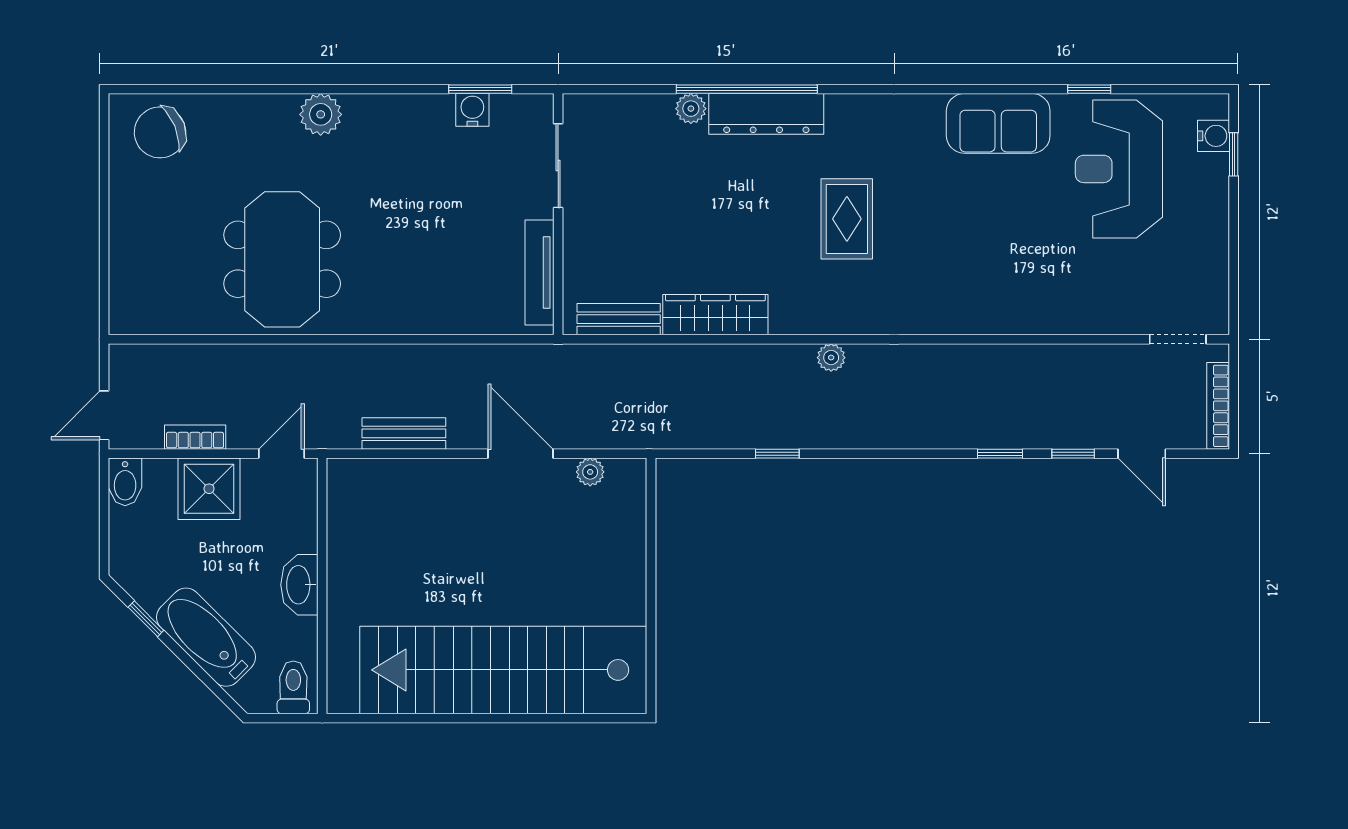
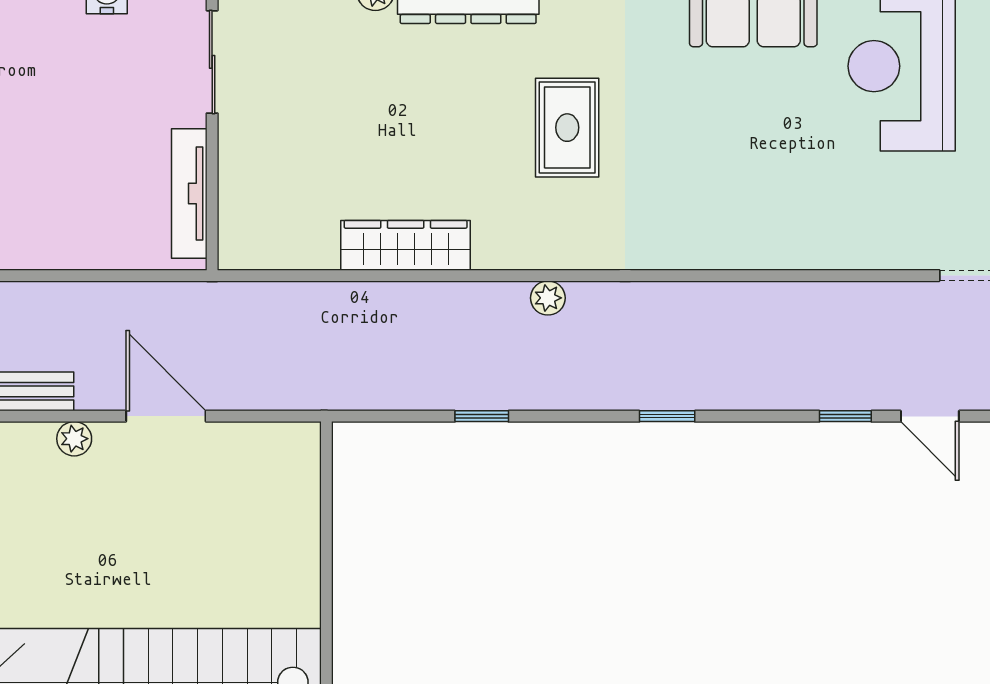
bench: (619, 319) -> (287, 251), removed
window: (1000, 454) -> (667, 416), moved
plant: (590, 472) -> (74, 439), moved

